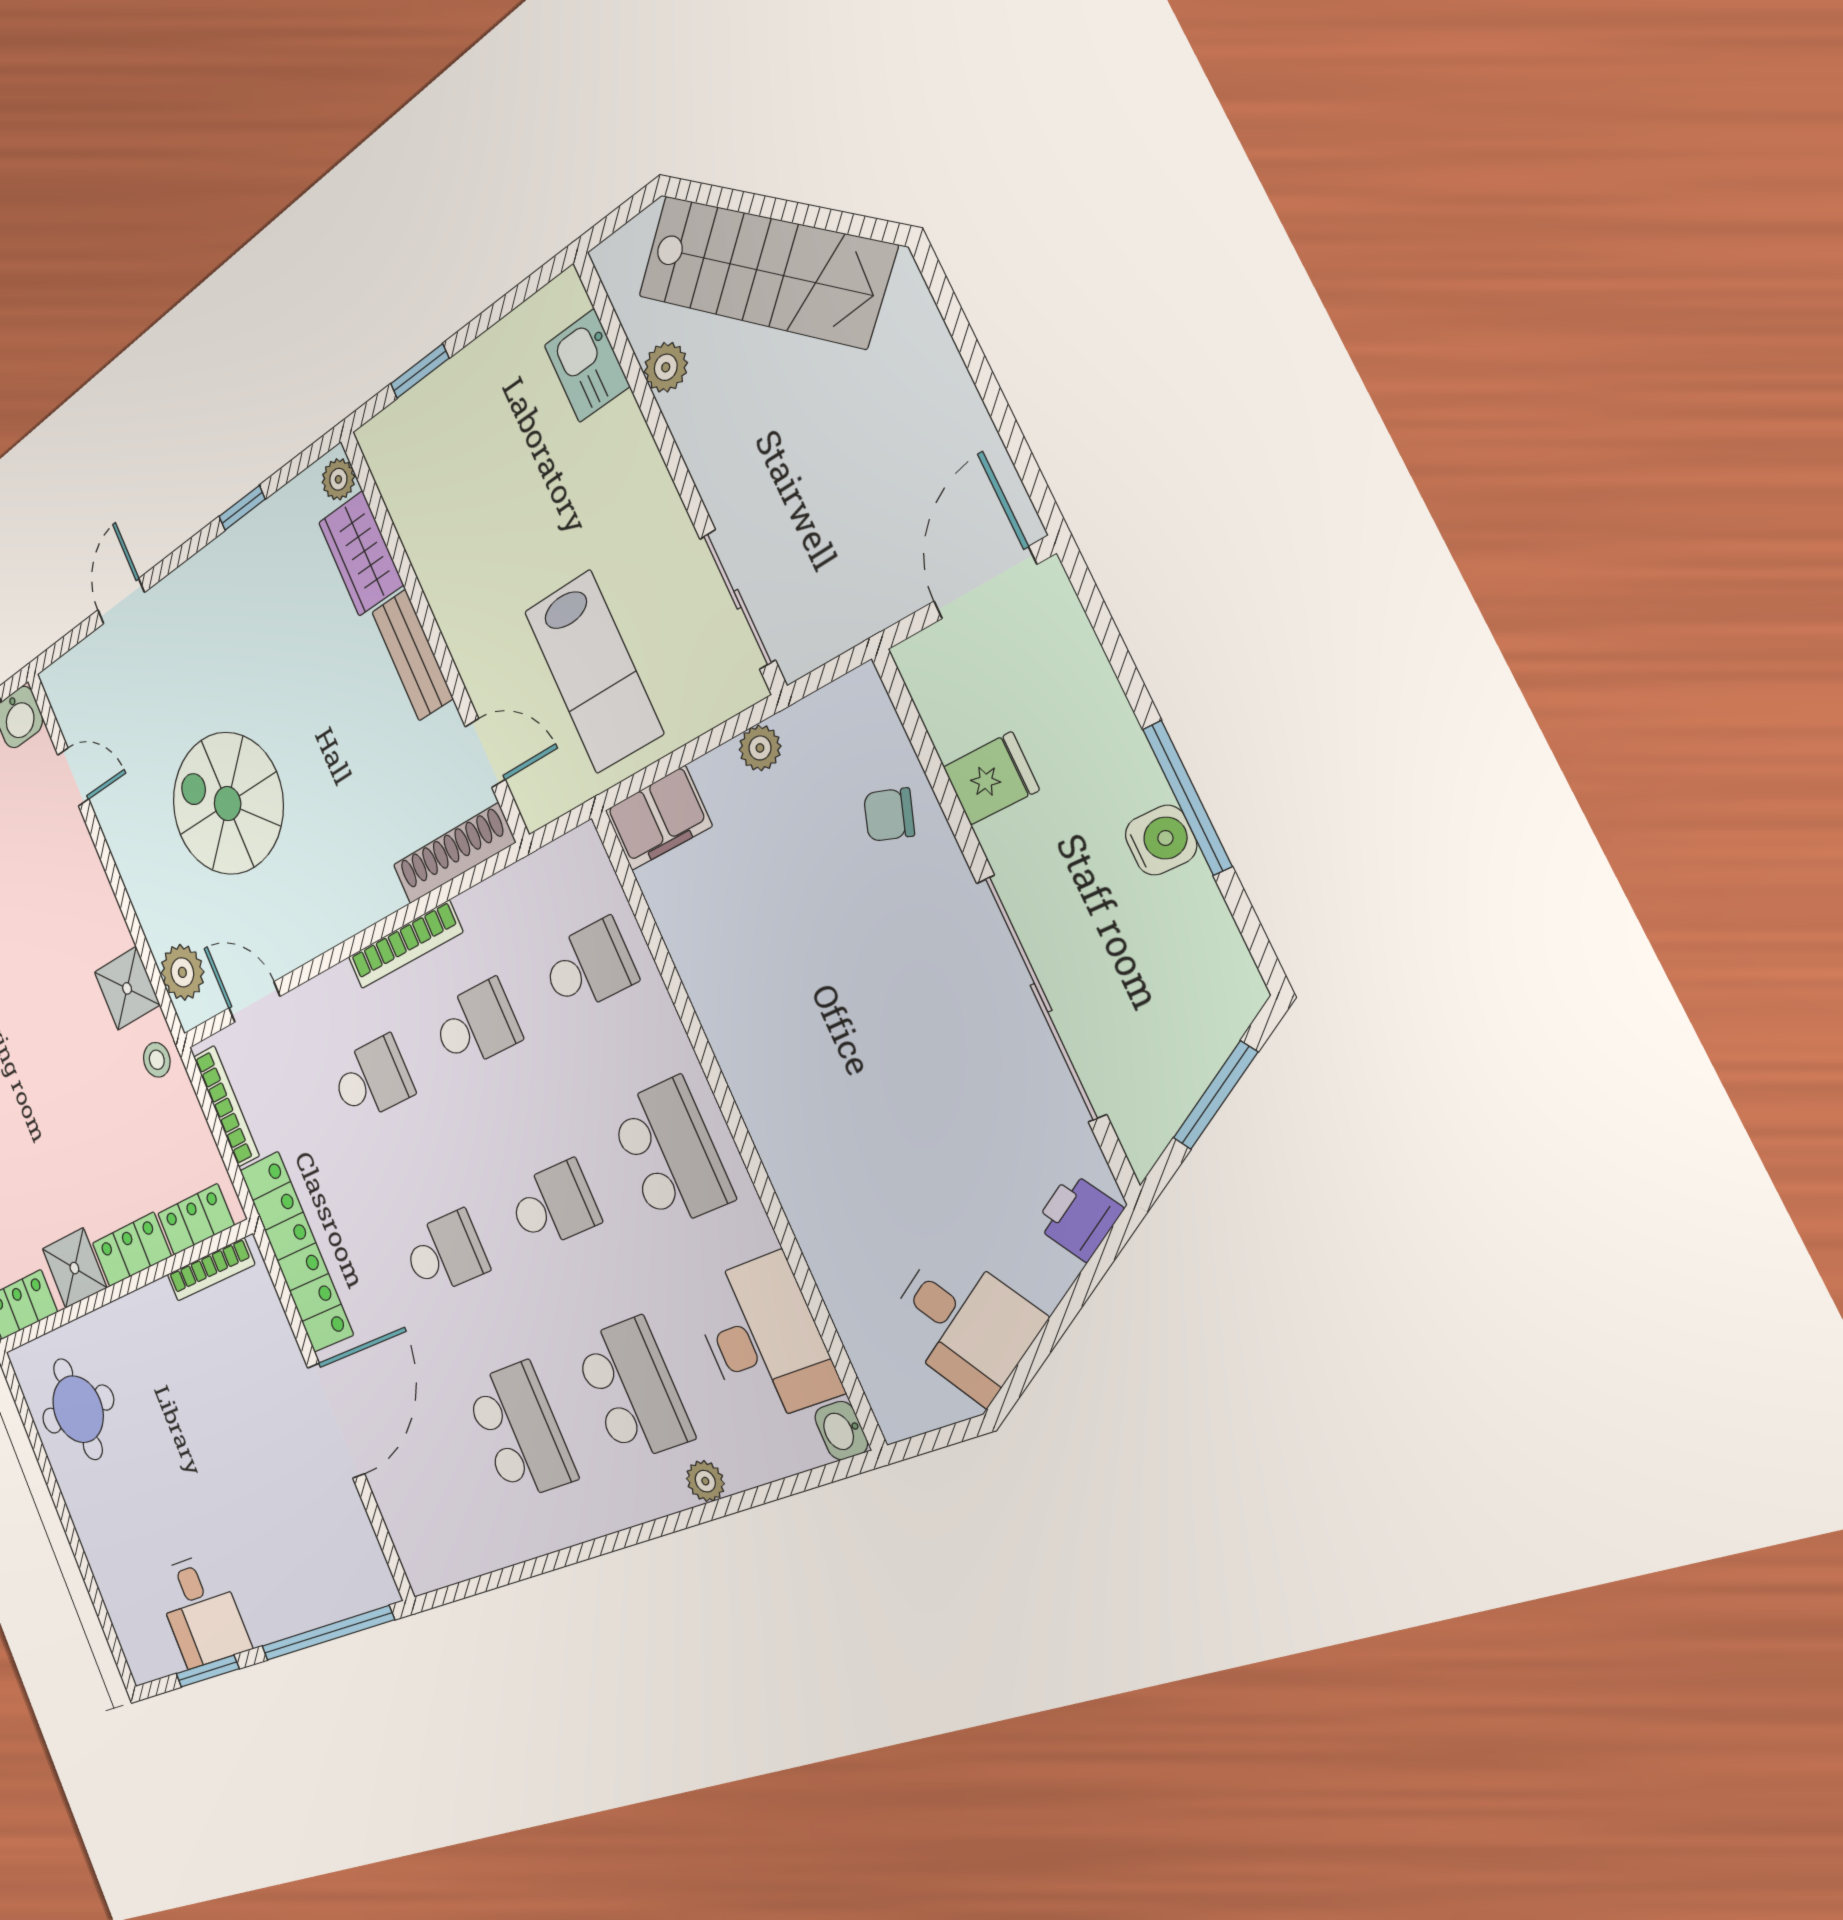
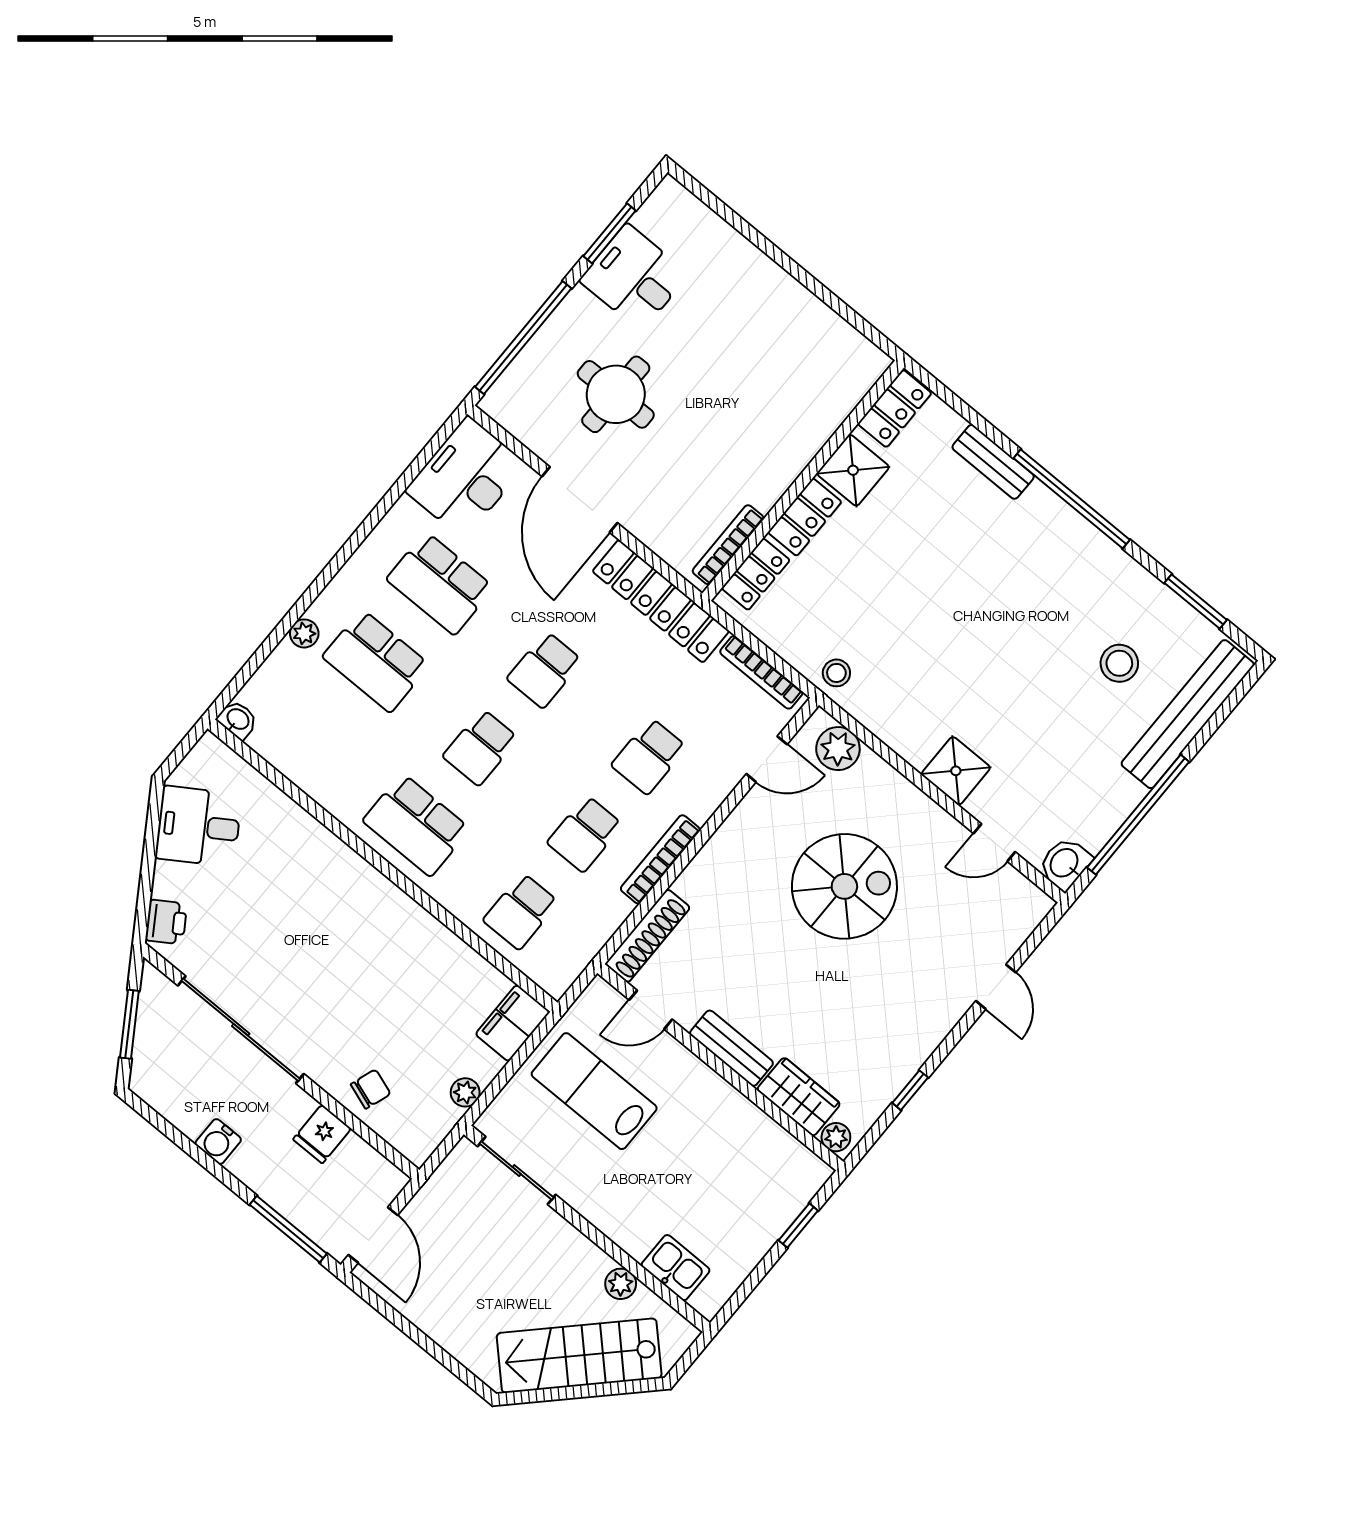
window: (1187, 798) -> (288, 1229), moved
shower: (127, 988) -> (956, 771), moved
desk: (764, 1339) -> (466, 477), moved, turned 90
round table: (78, 1409) -> (616, 394), moved

